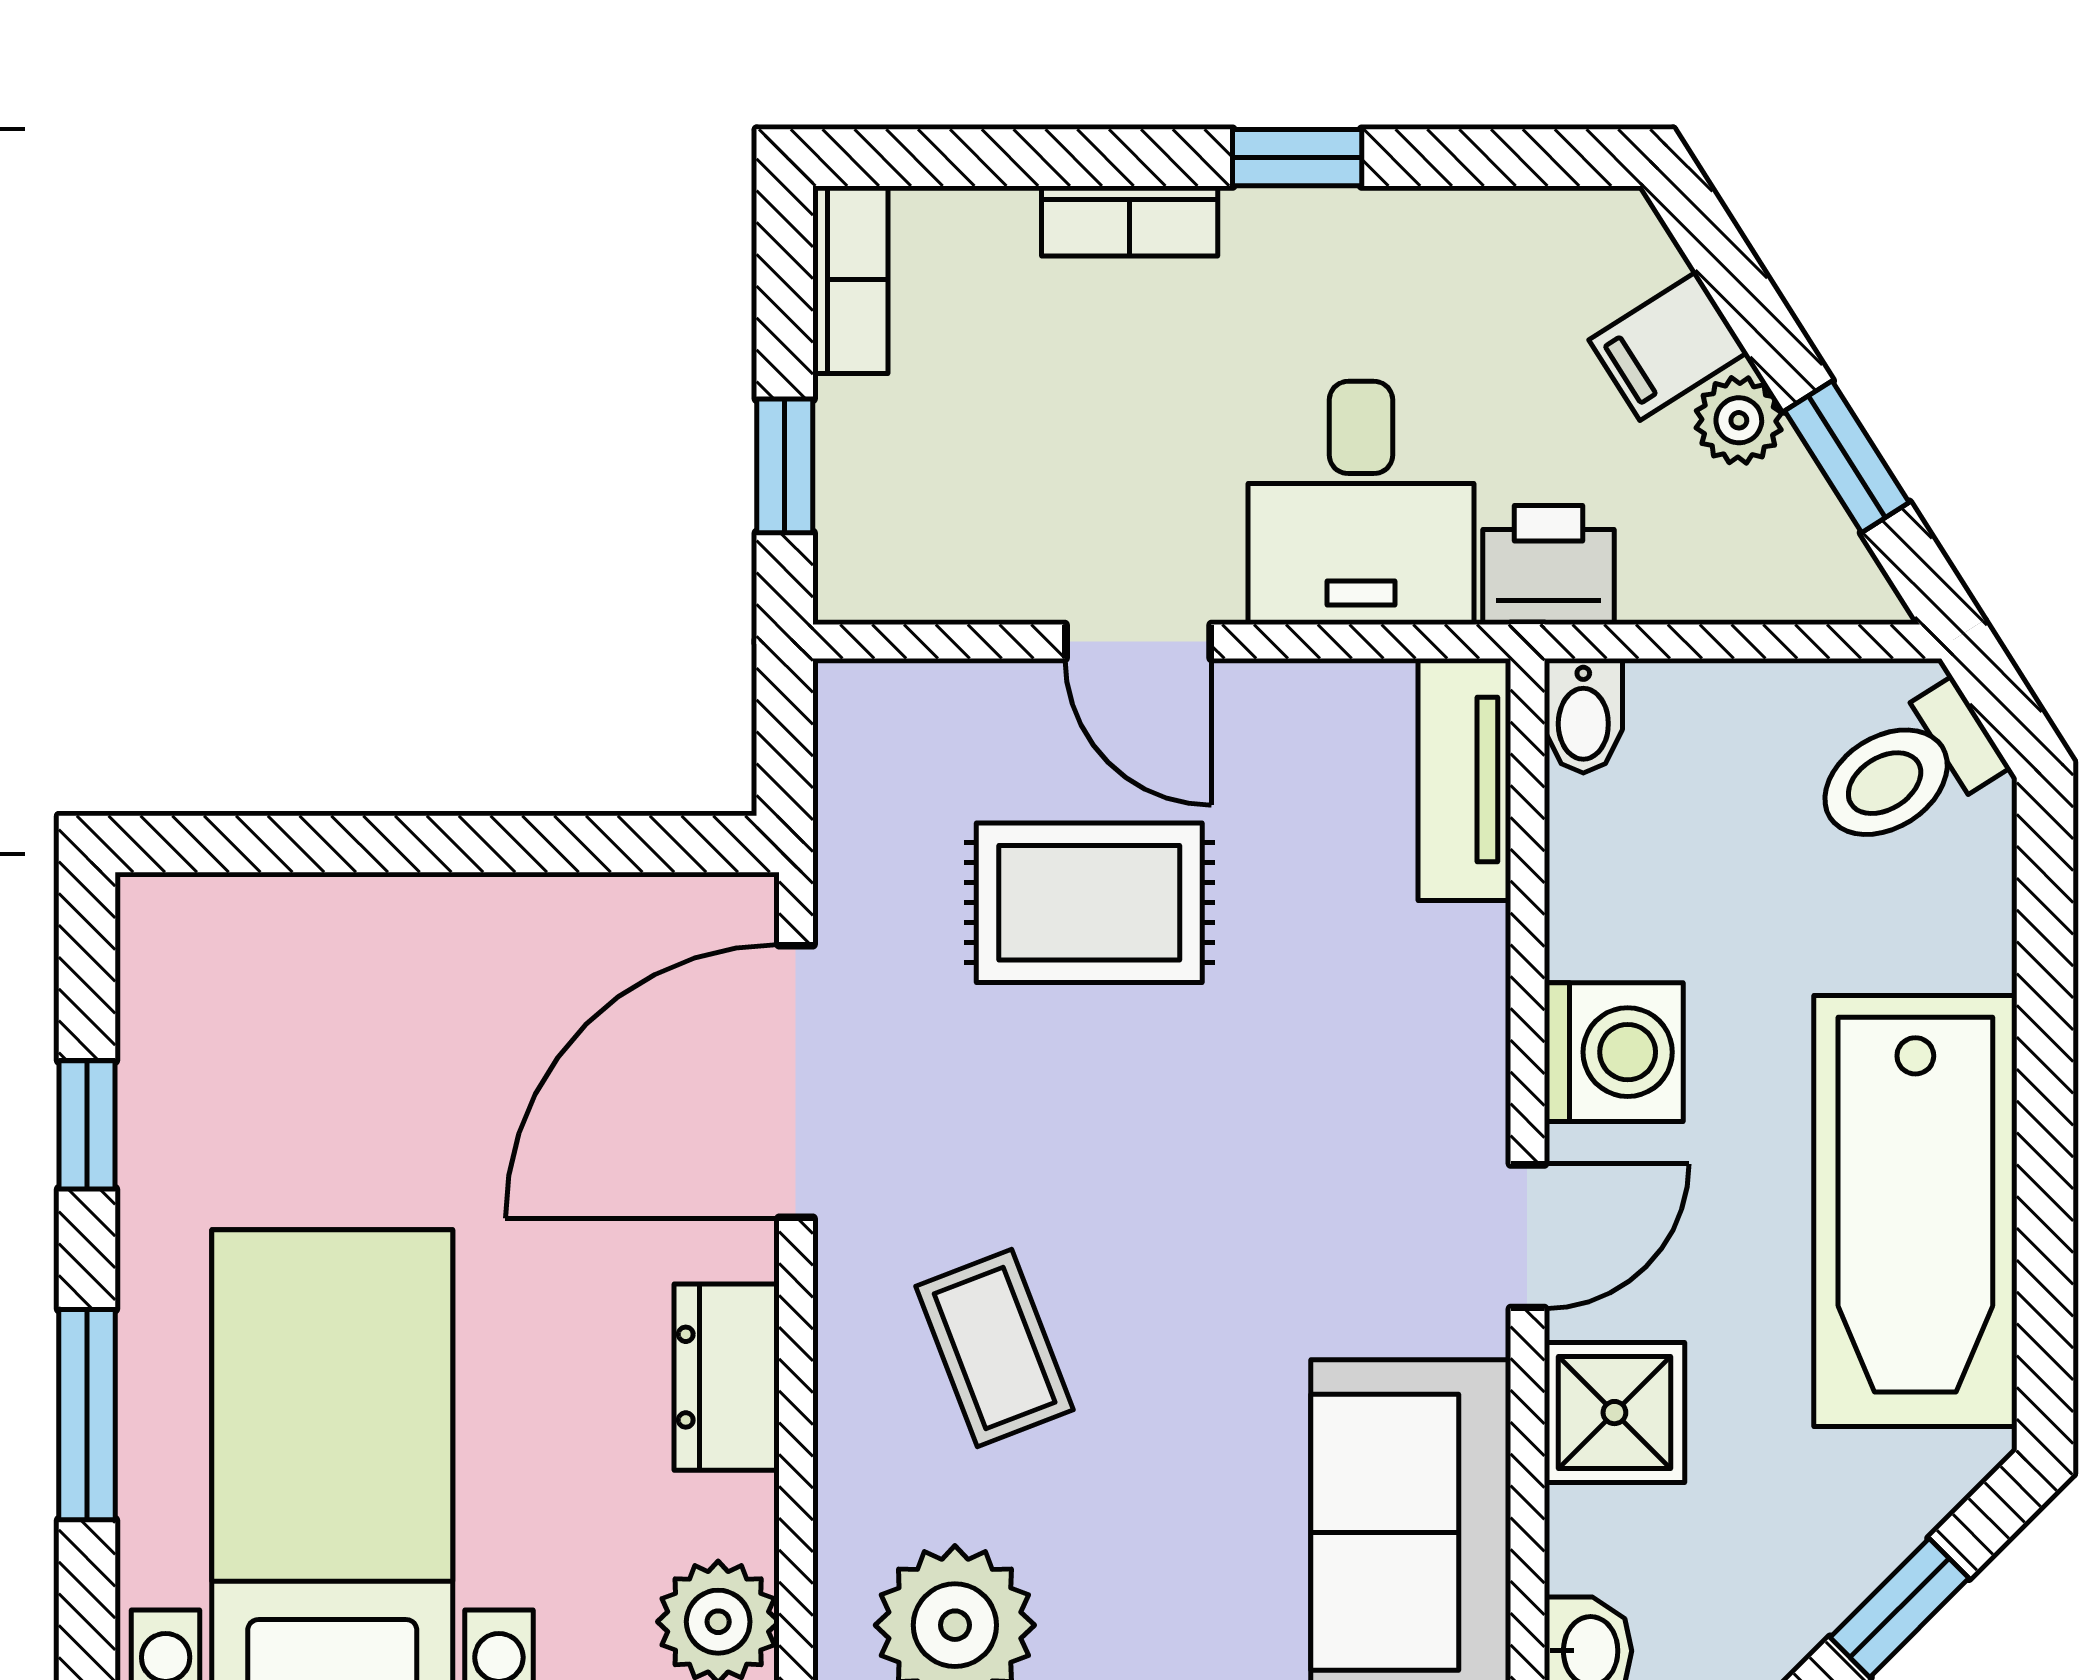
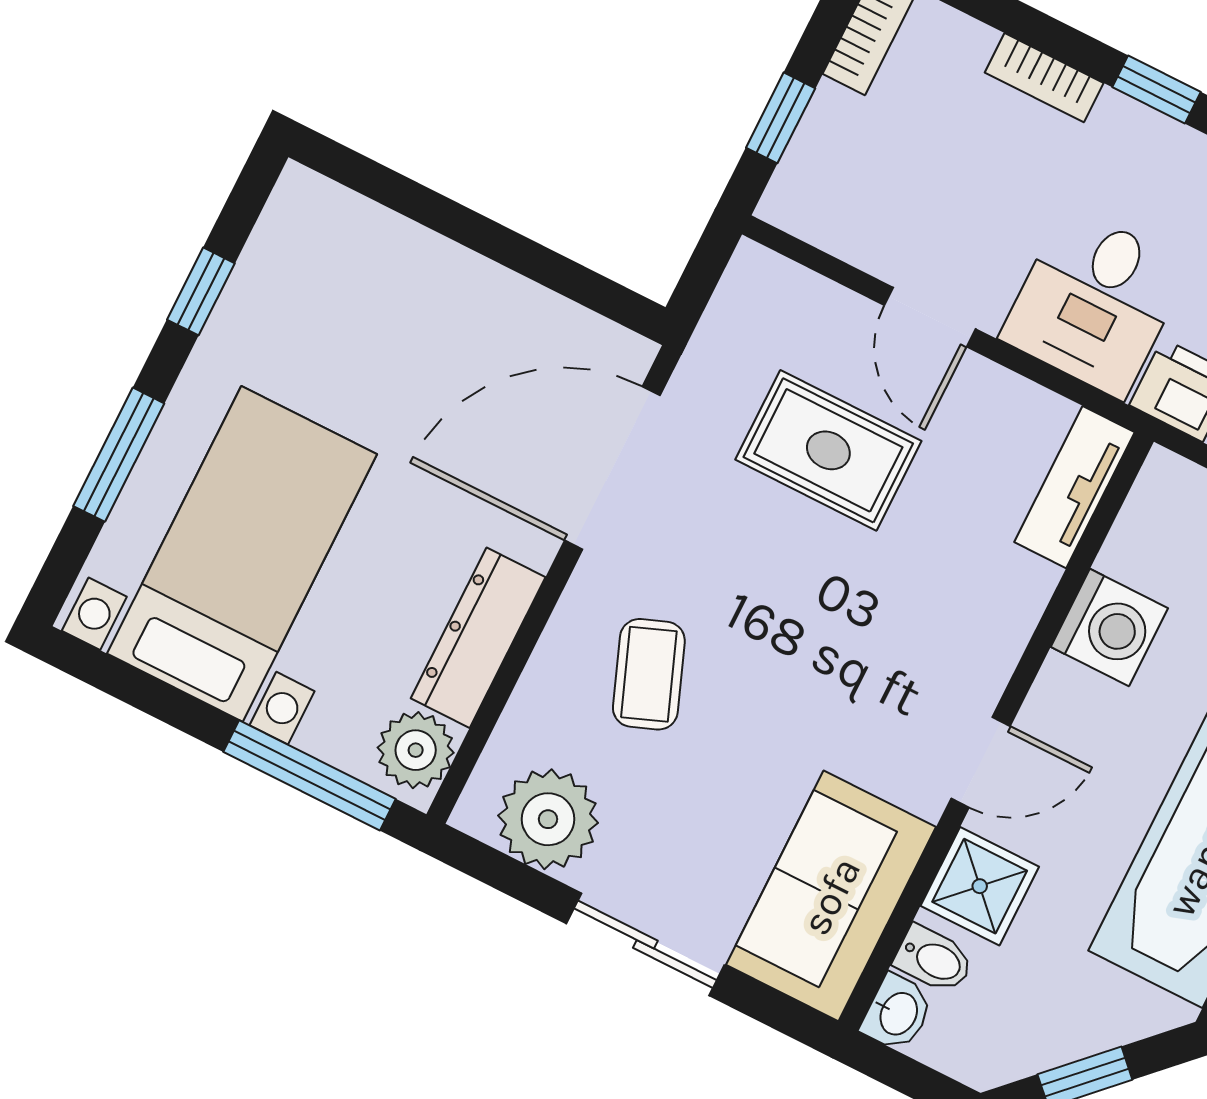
bidet: (1583, 716) -> (934, 959), moved, turned -90
washing machine: (1614, 1052) -> (1109, 628), moved
dresser: (727, 1377) -> (478, 638), width x1.44

